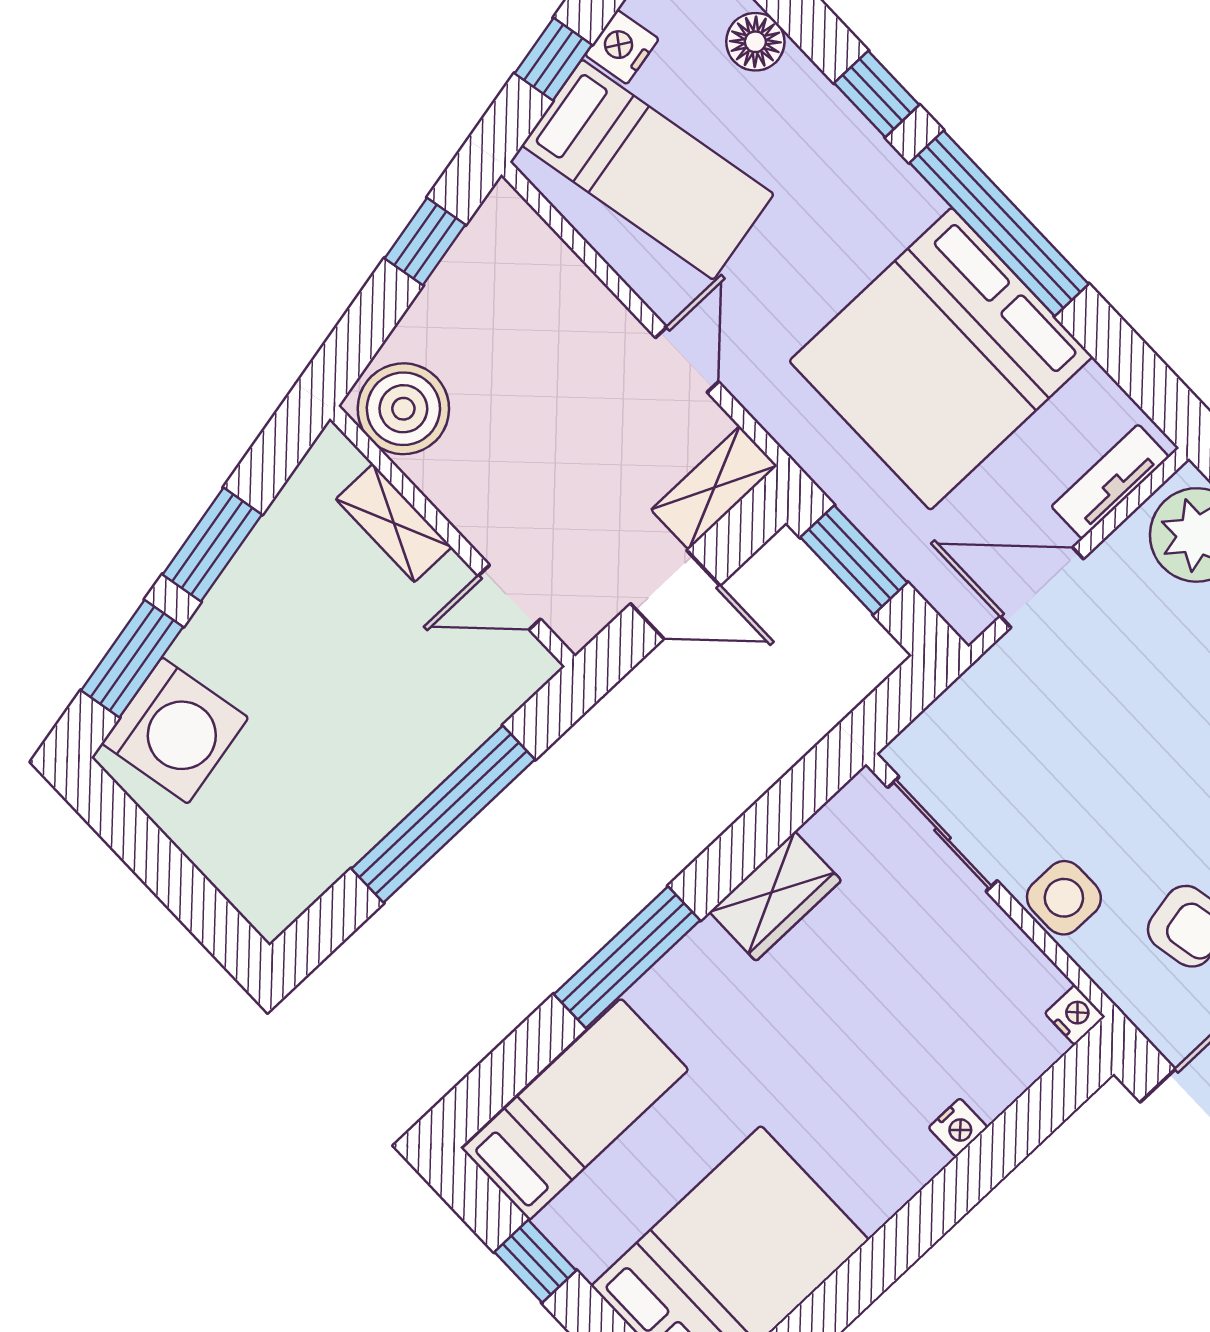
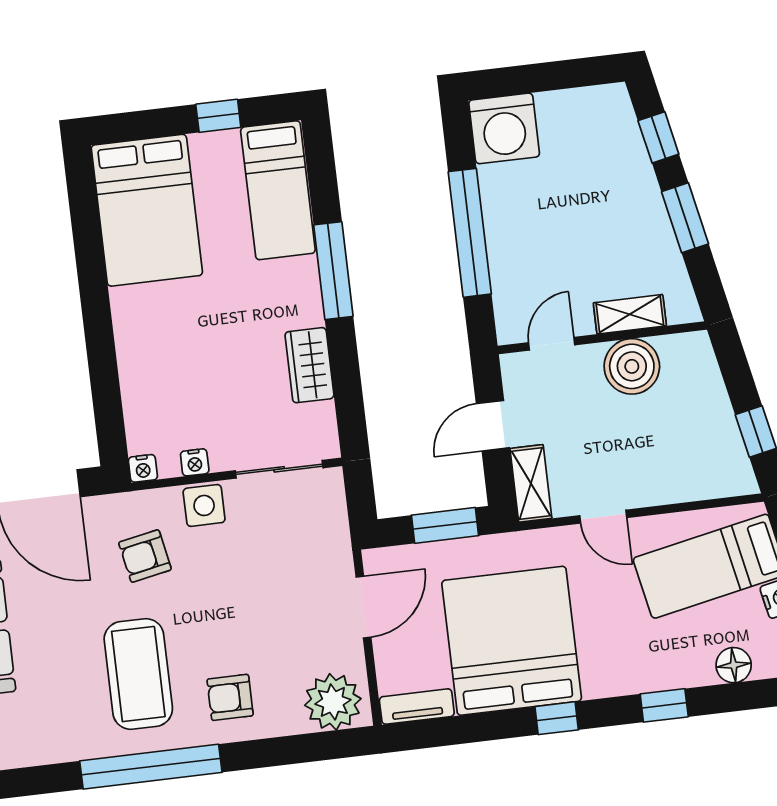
window: (999, 223) -> (557, 718), width x0.32
boiler: (403, 409) -> (632, 366), moved
tv unit: (1110, 482) -> (417, 707), moved, turned -90
window: (132, 659) -> (658, 137), width x0.67
washing machine: (175, 730) -> (504, 128), moved, turned -78
nightstand: (958, 1128) -> (195, 462), moved, turned -90

